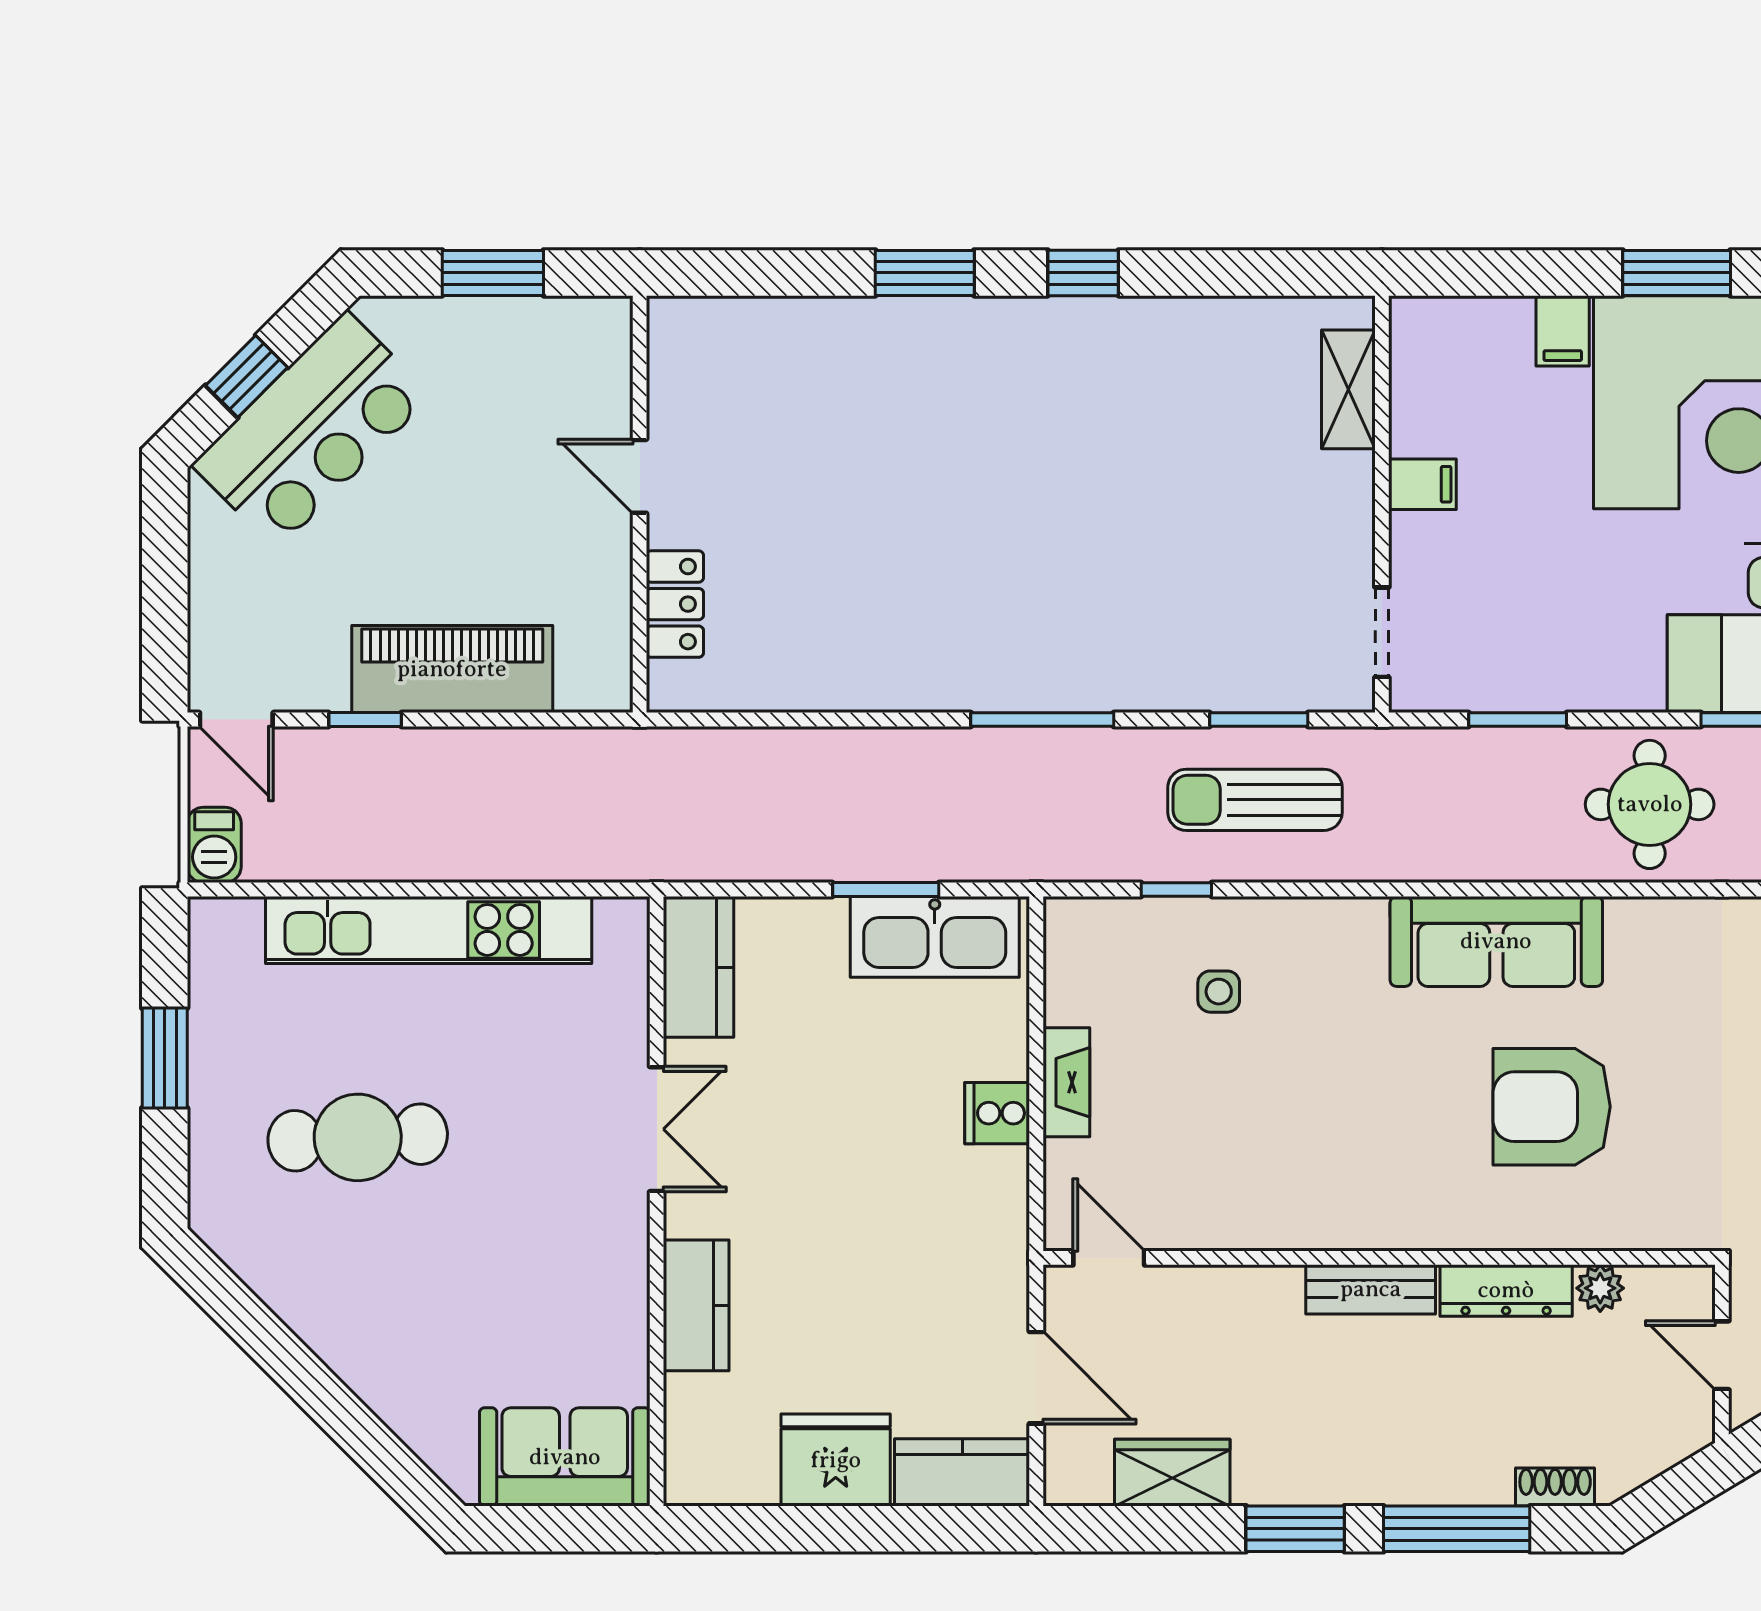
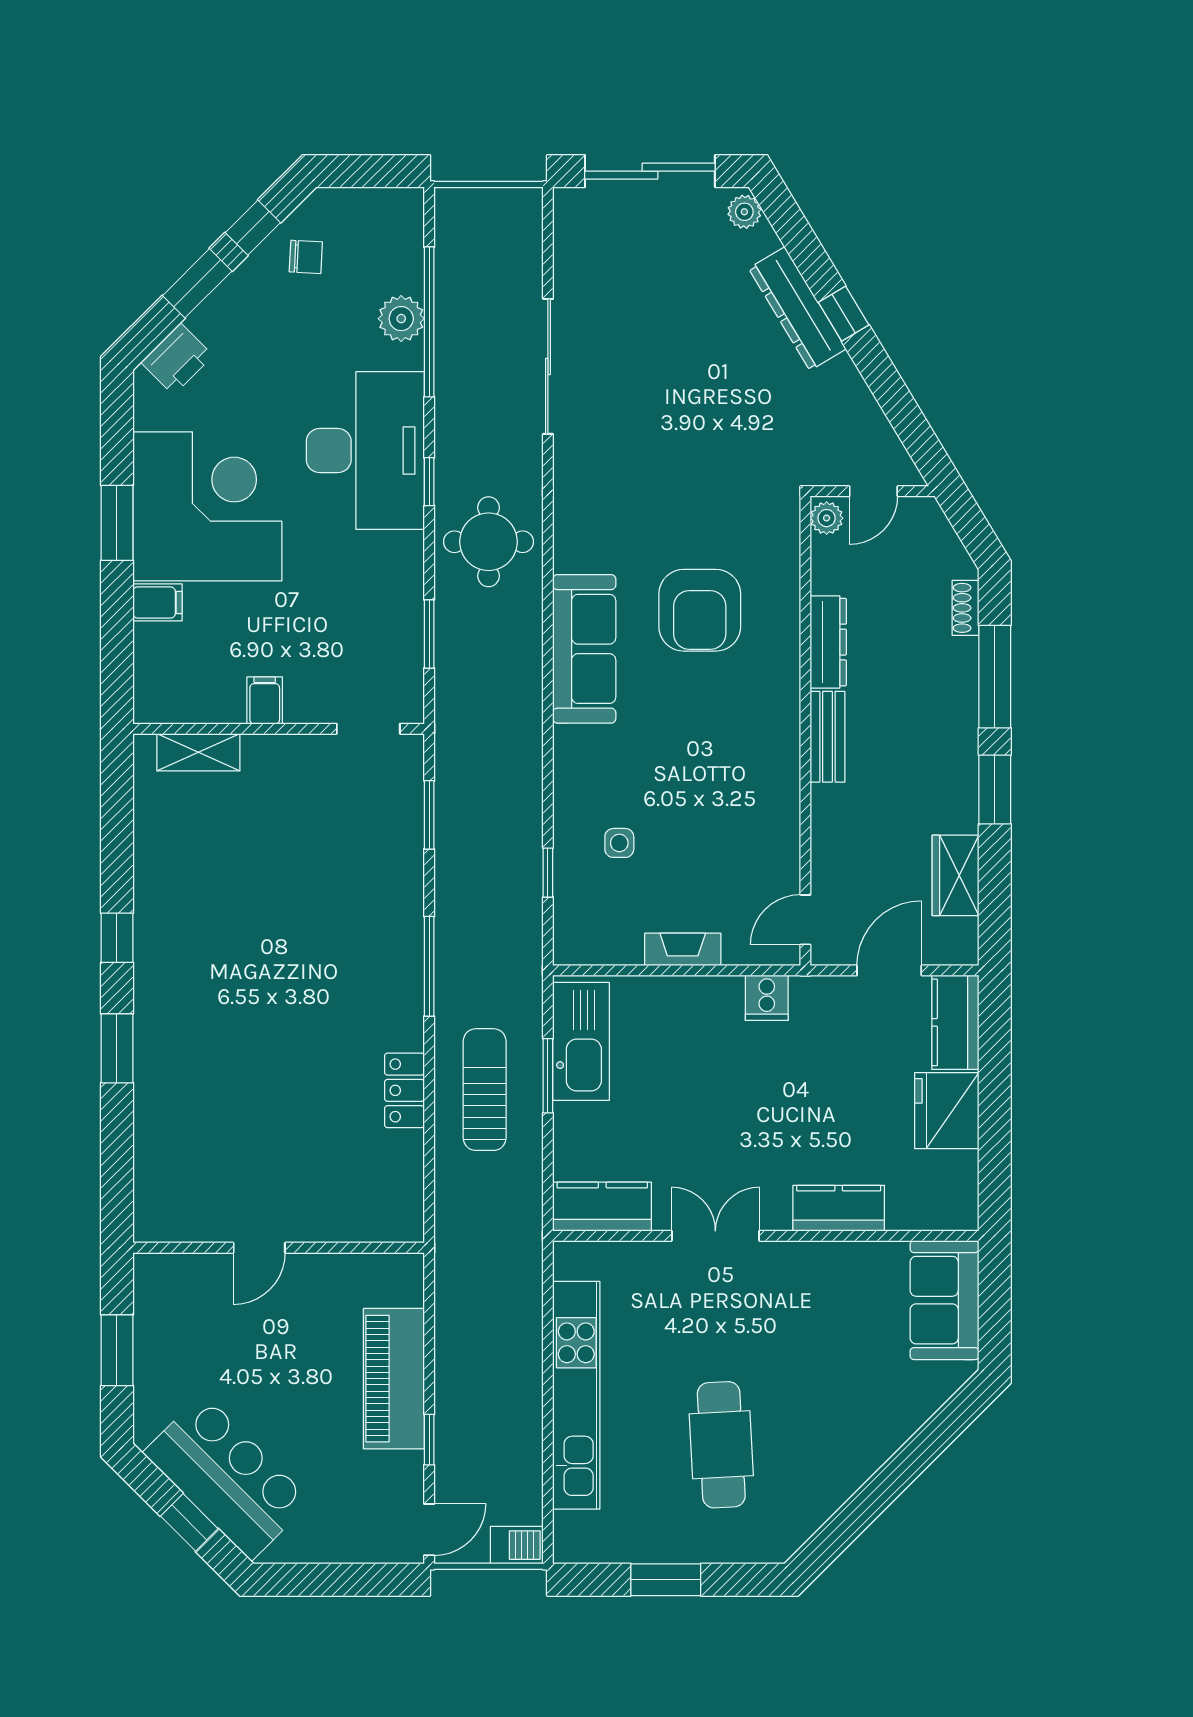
locker: (675, 604) -> (404, 1090), moved, turned -90
sun lounger: (1255, 800) -> (485, 1090), moved, turned 180
cooker: (997, 1113) -> (767, 998), moved
plant: (1600, 1288) -> (827, 518), moved

